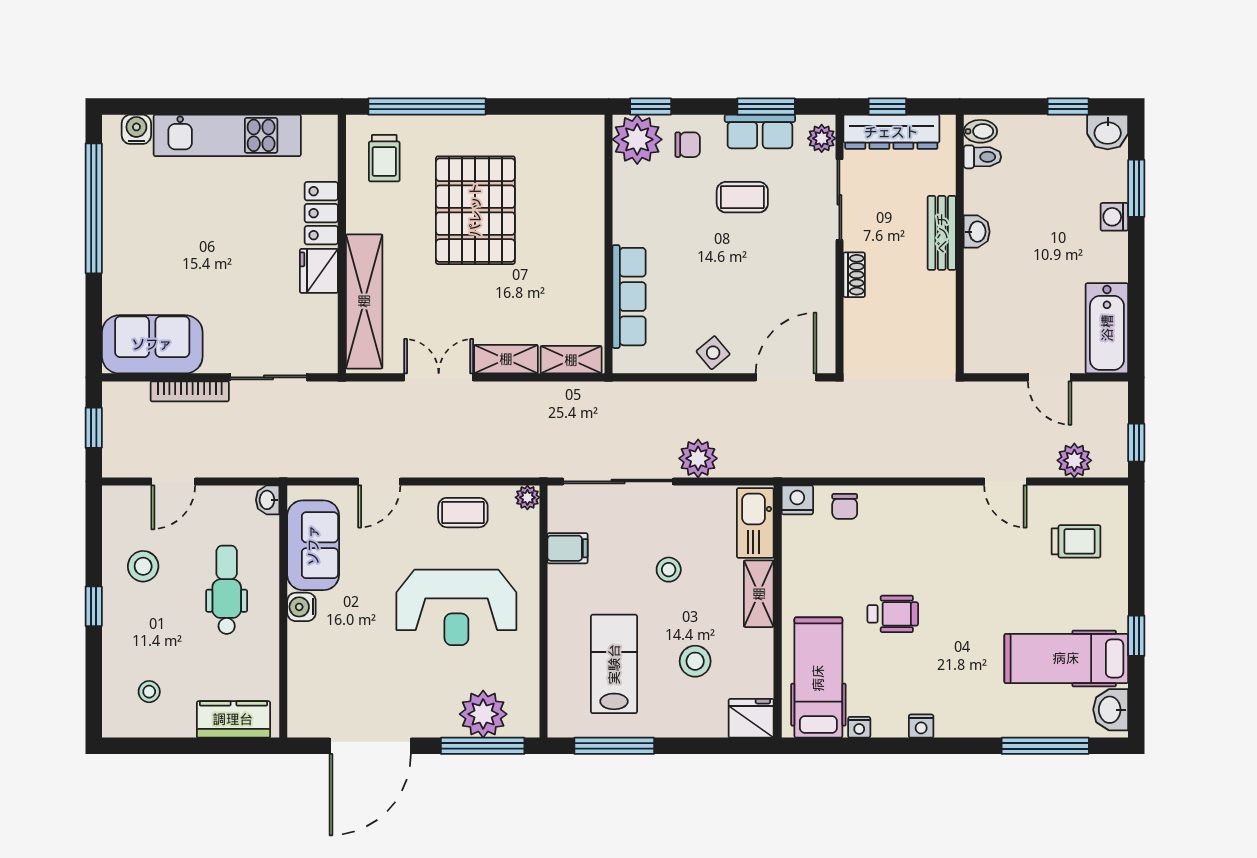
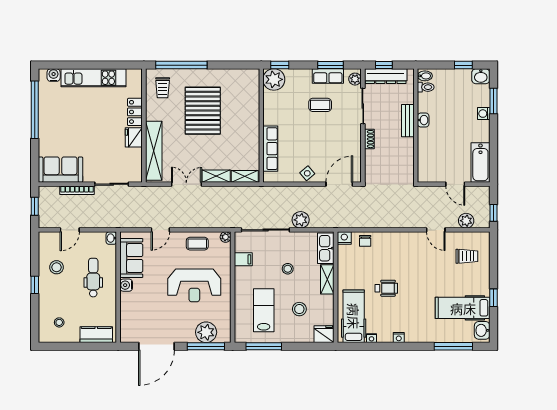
chair: (688, 145) -> (296, 82), removed

